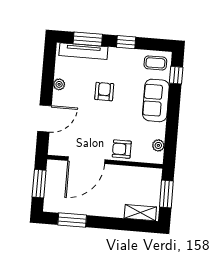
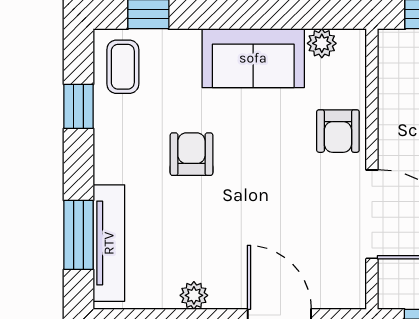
window: (126, 42) -> (78, 106), moved
armchair: (104, 92) -> (191, 154), moved, turned 90
sofa: (156, 100) -> (253, 58), moved

